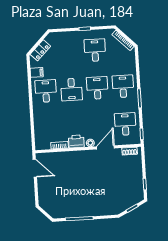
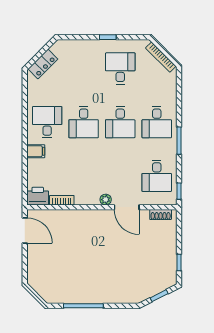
filing cabinet: (37, 72) -> (36, 151), moved
desk: (123, 86) -> (157, 122), turned 180
desk: (97, 88) -> (120, 122), turned 180
desk: (125, 124) -> (157, 176), turned 180
printer: (76, 141) -> (38, 196), moved
door: (105, 147) -> (127, 207), swing flipped

